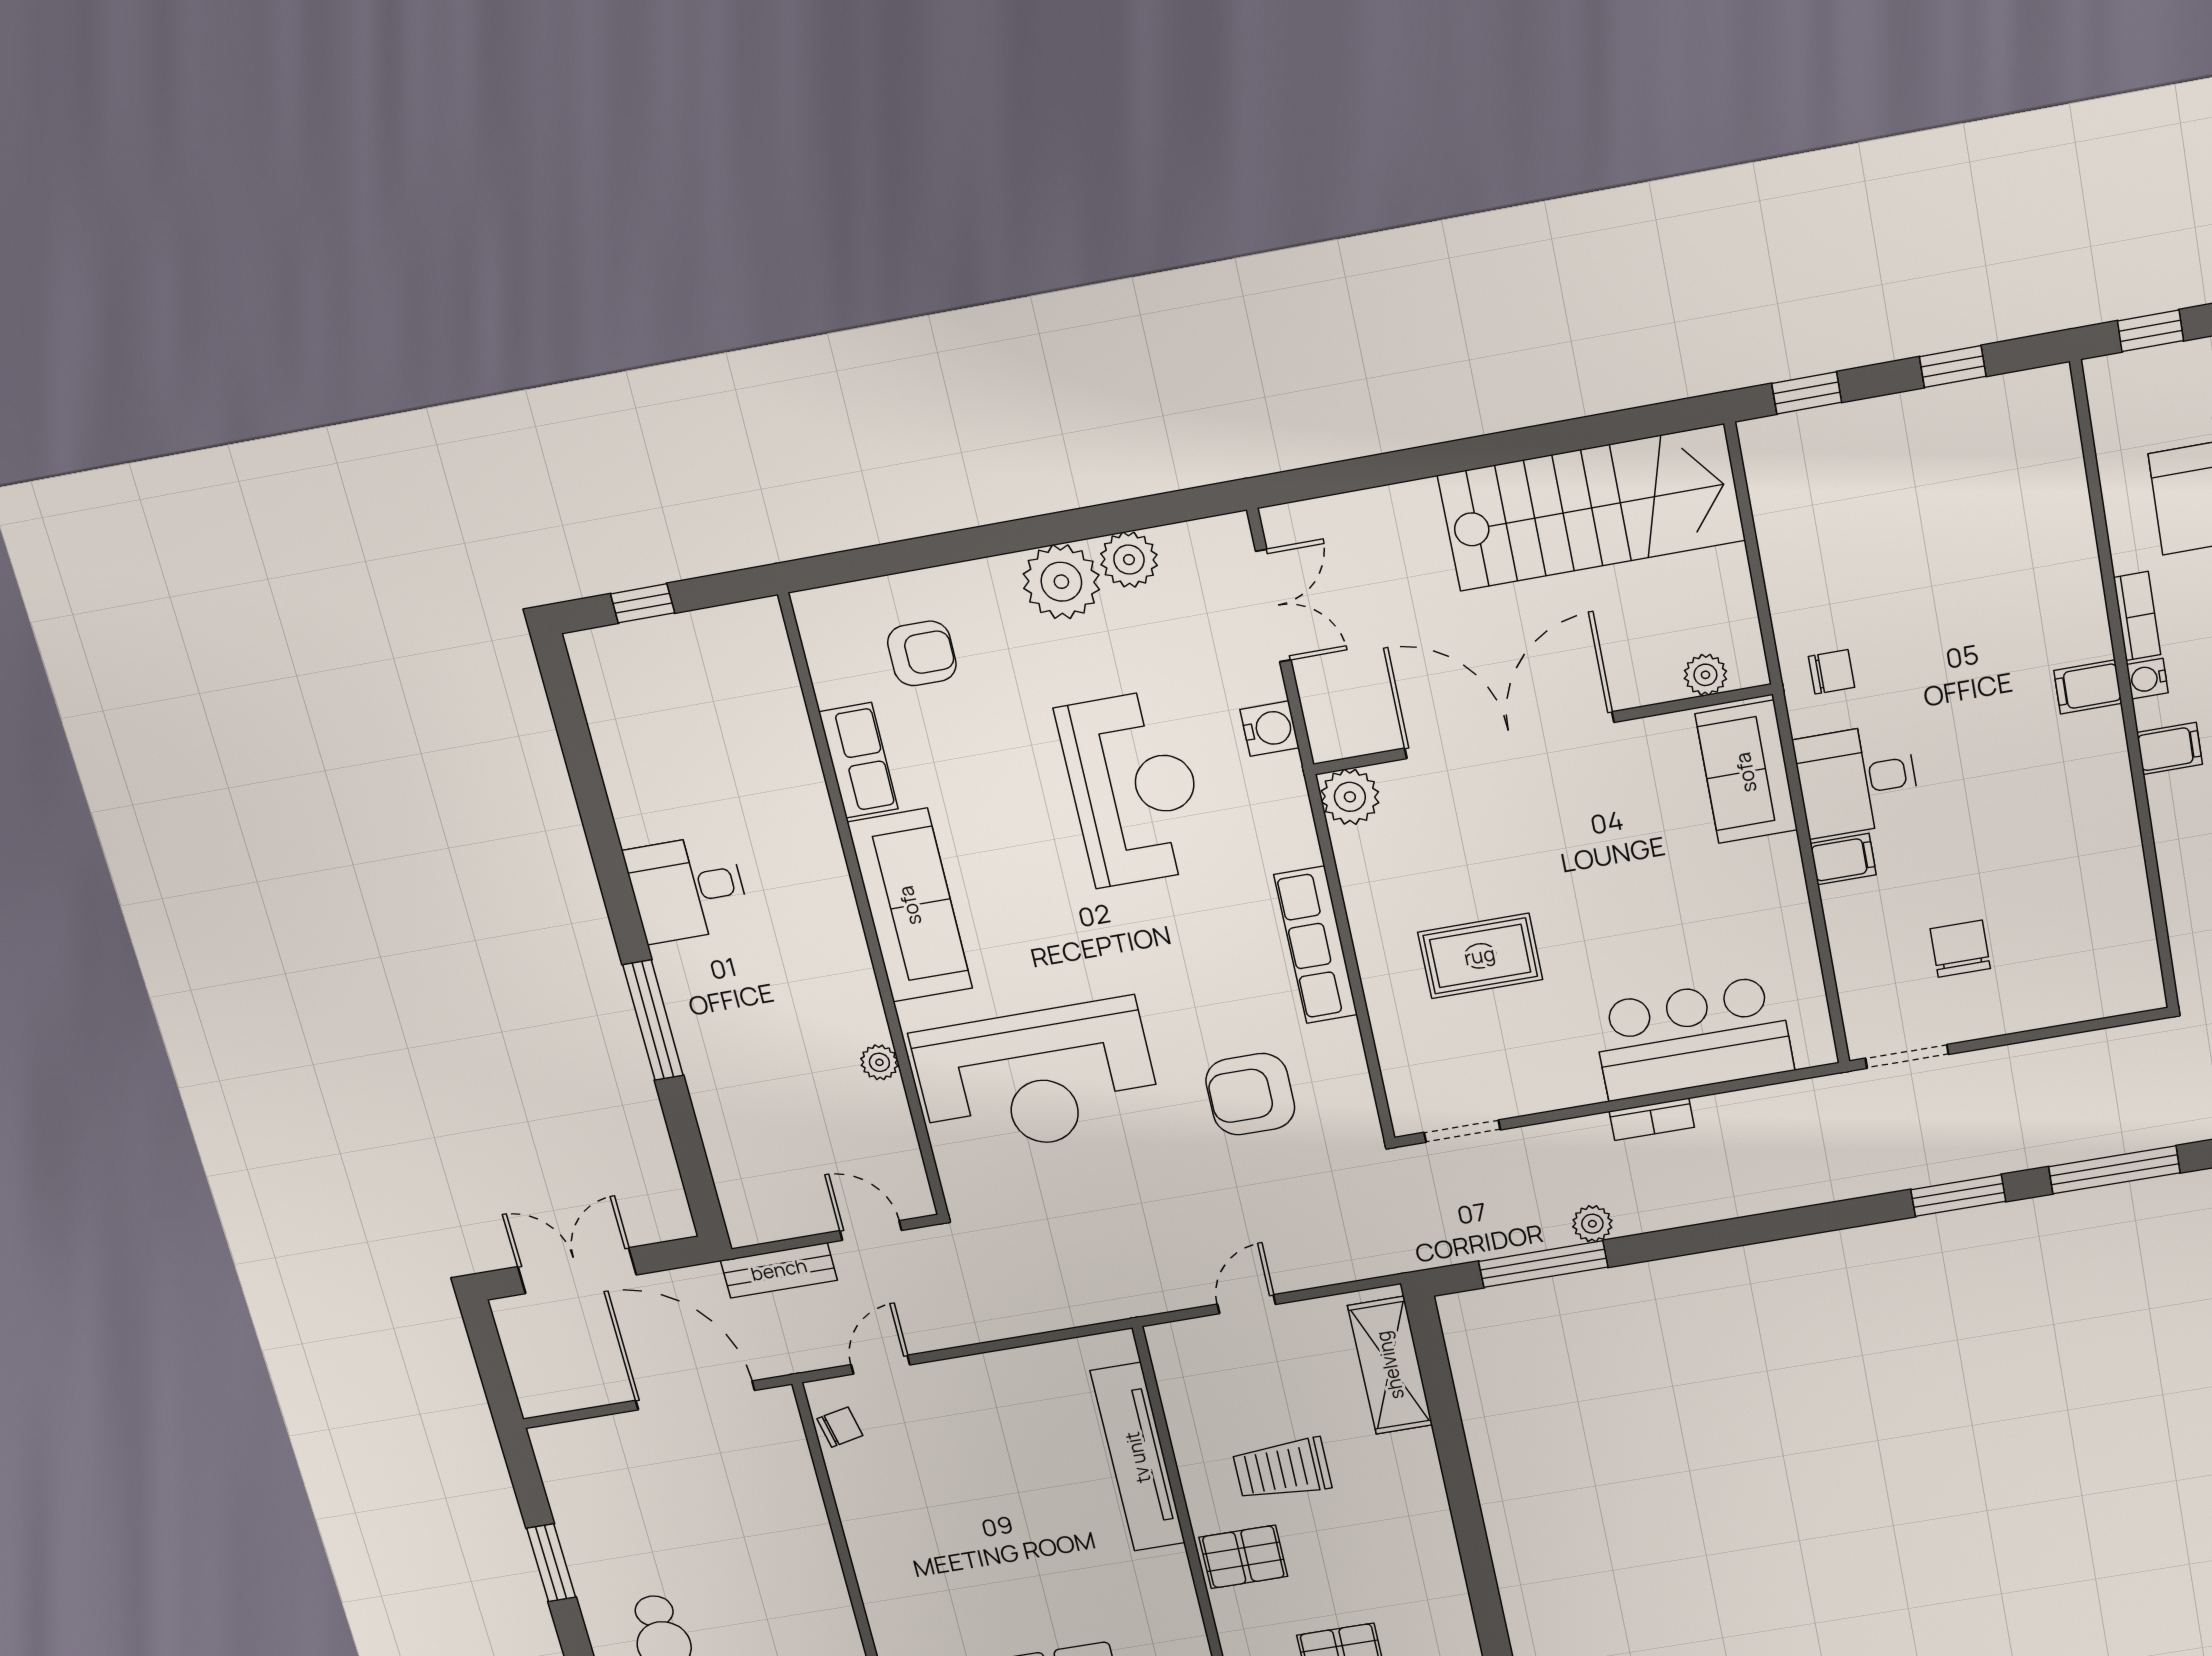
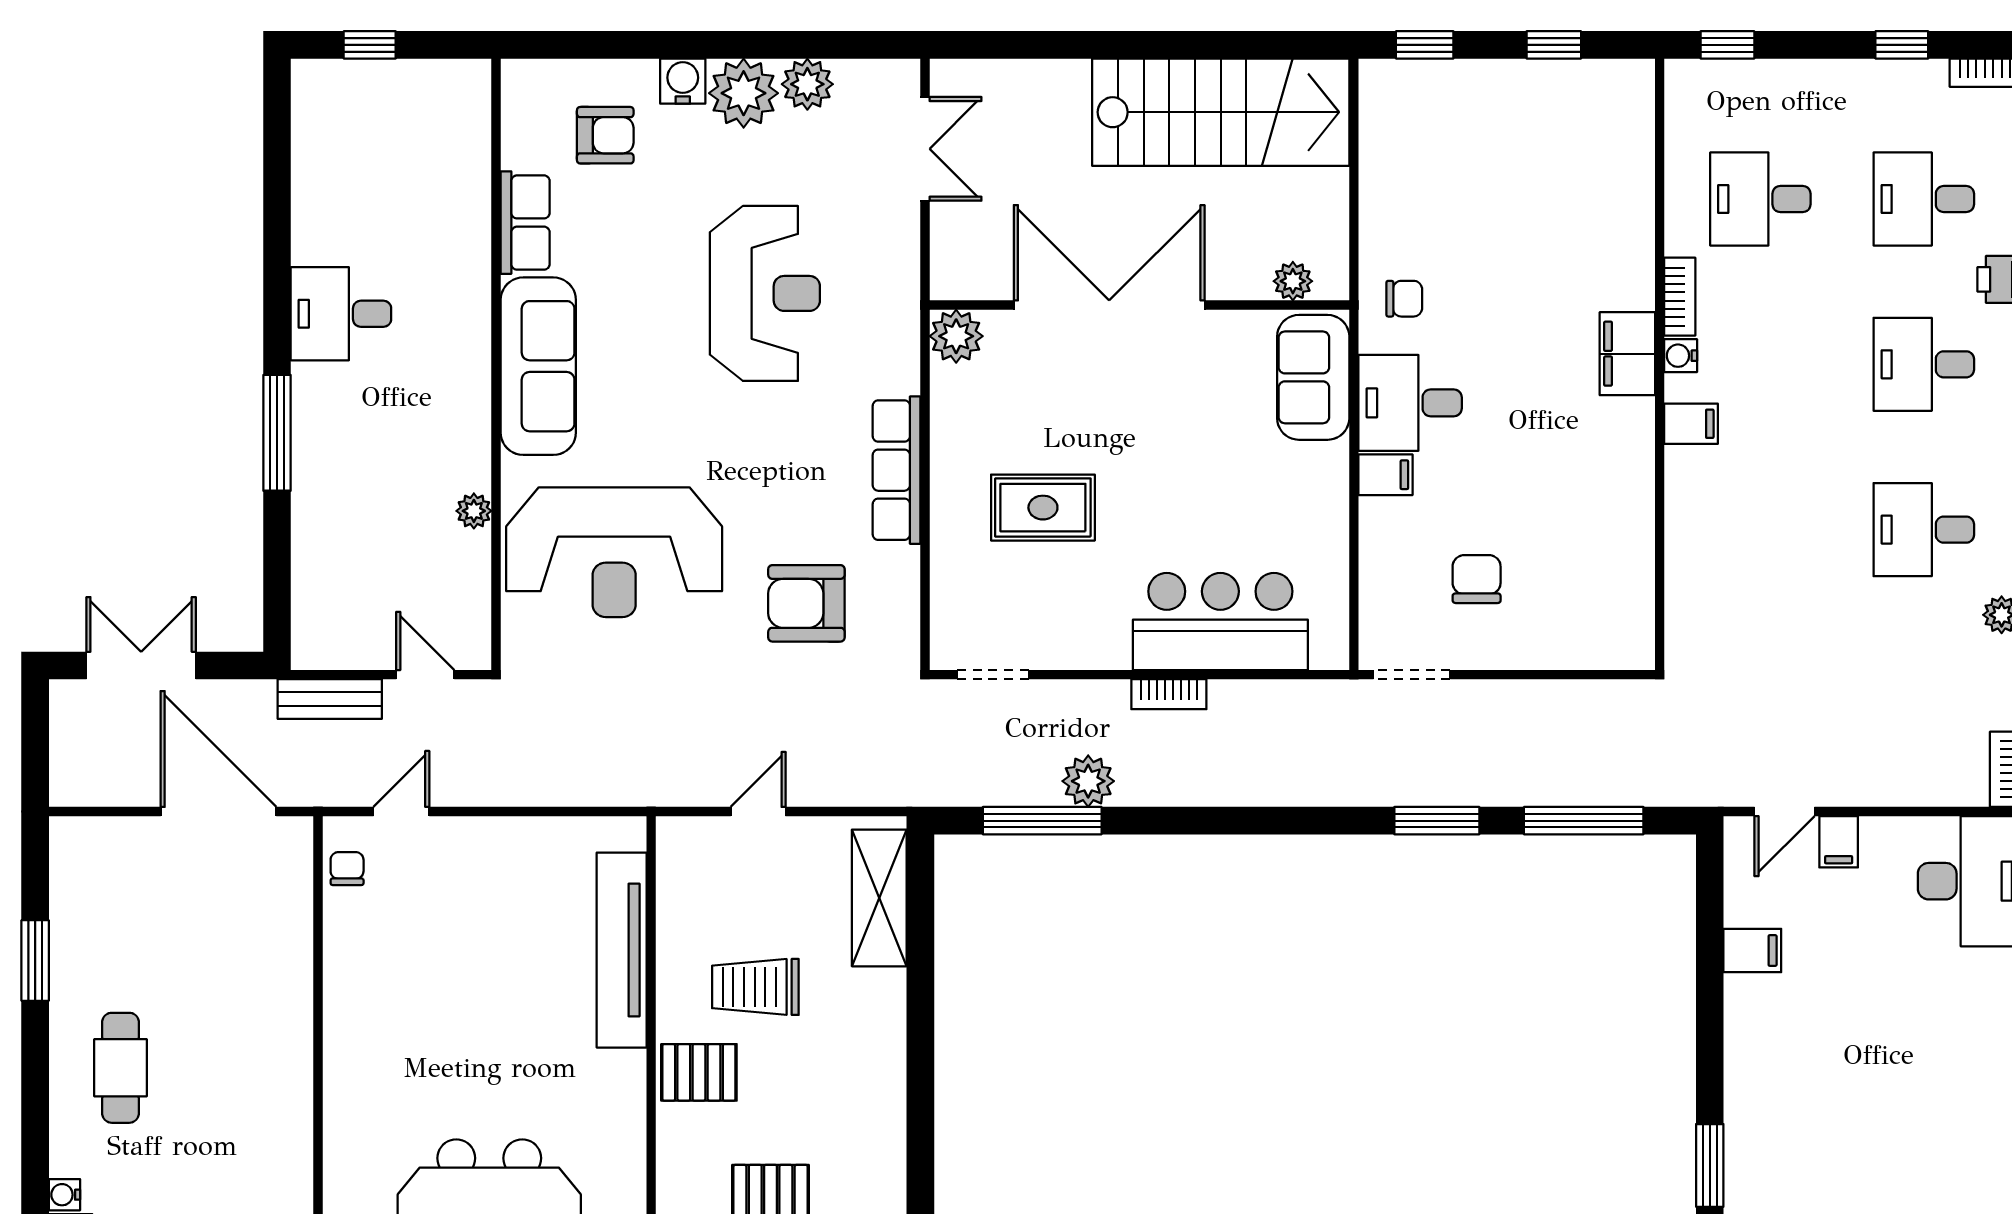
filing cabinet: (2088, 687) -> (1627, 354), width x2.00
water cooler: (1270, 729) -> (683, 81), moved, turned -90
plant: (1592, 1224) -> (1088, 781), width x1.38, depth x1.38
chair: (840, 1427) -> (347, 869), turned -78

